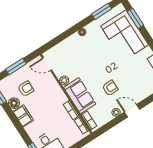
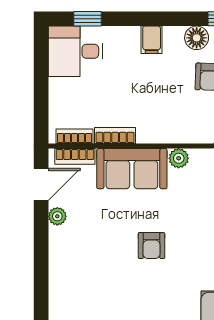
armchair: (110, 88) -> (151, 246), moved
door: (132, 111) -> (41, 184), moved
filing cabinet: (23, 116) -> (152, 40), width x0.50

